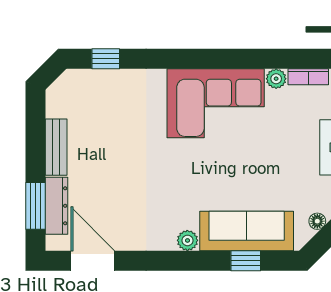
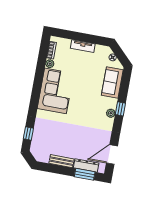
sofa: (247, 231) -> (112, 83), width x0.73
window: (246, 261) -> (120, 109), moved

